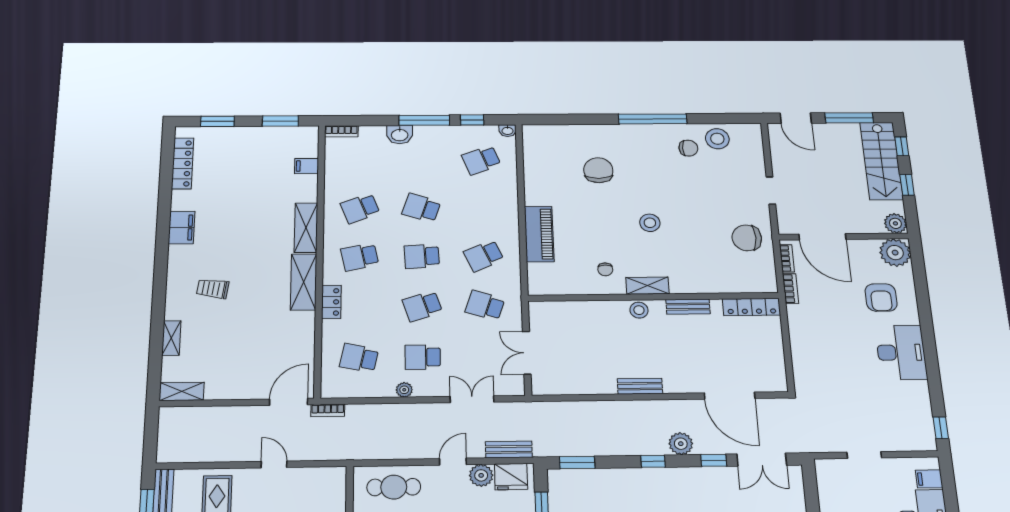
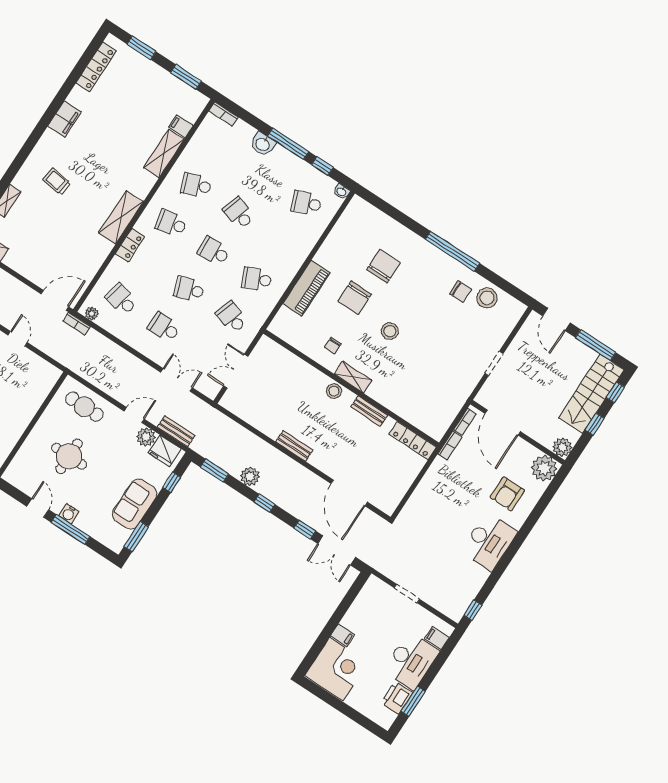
shelving: (306, 228) -> (164, 153), moved
chair: (747, 238) -> (355, 298), moved, turned -90
plant: (404, 390) -> (92, 314), moved
plant: (681, 444) -> (250, 476), moved

